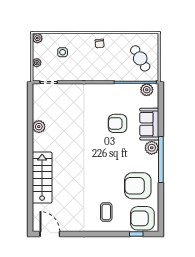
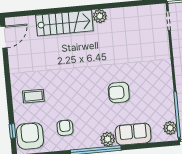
armchair: (118, 123) -> (119, 92), moved, turned -90
plant: (39, 127) -> (100, 16), moved
armchair: (138, 186) -> (65, 128), width x0.53, depth x0.53

